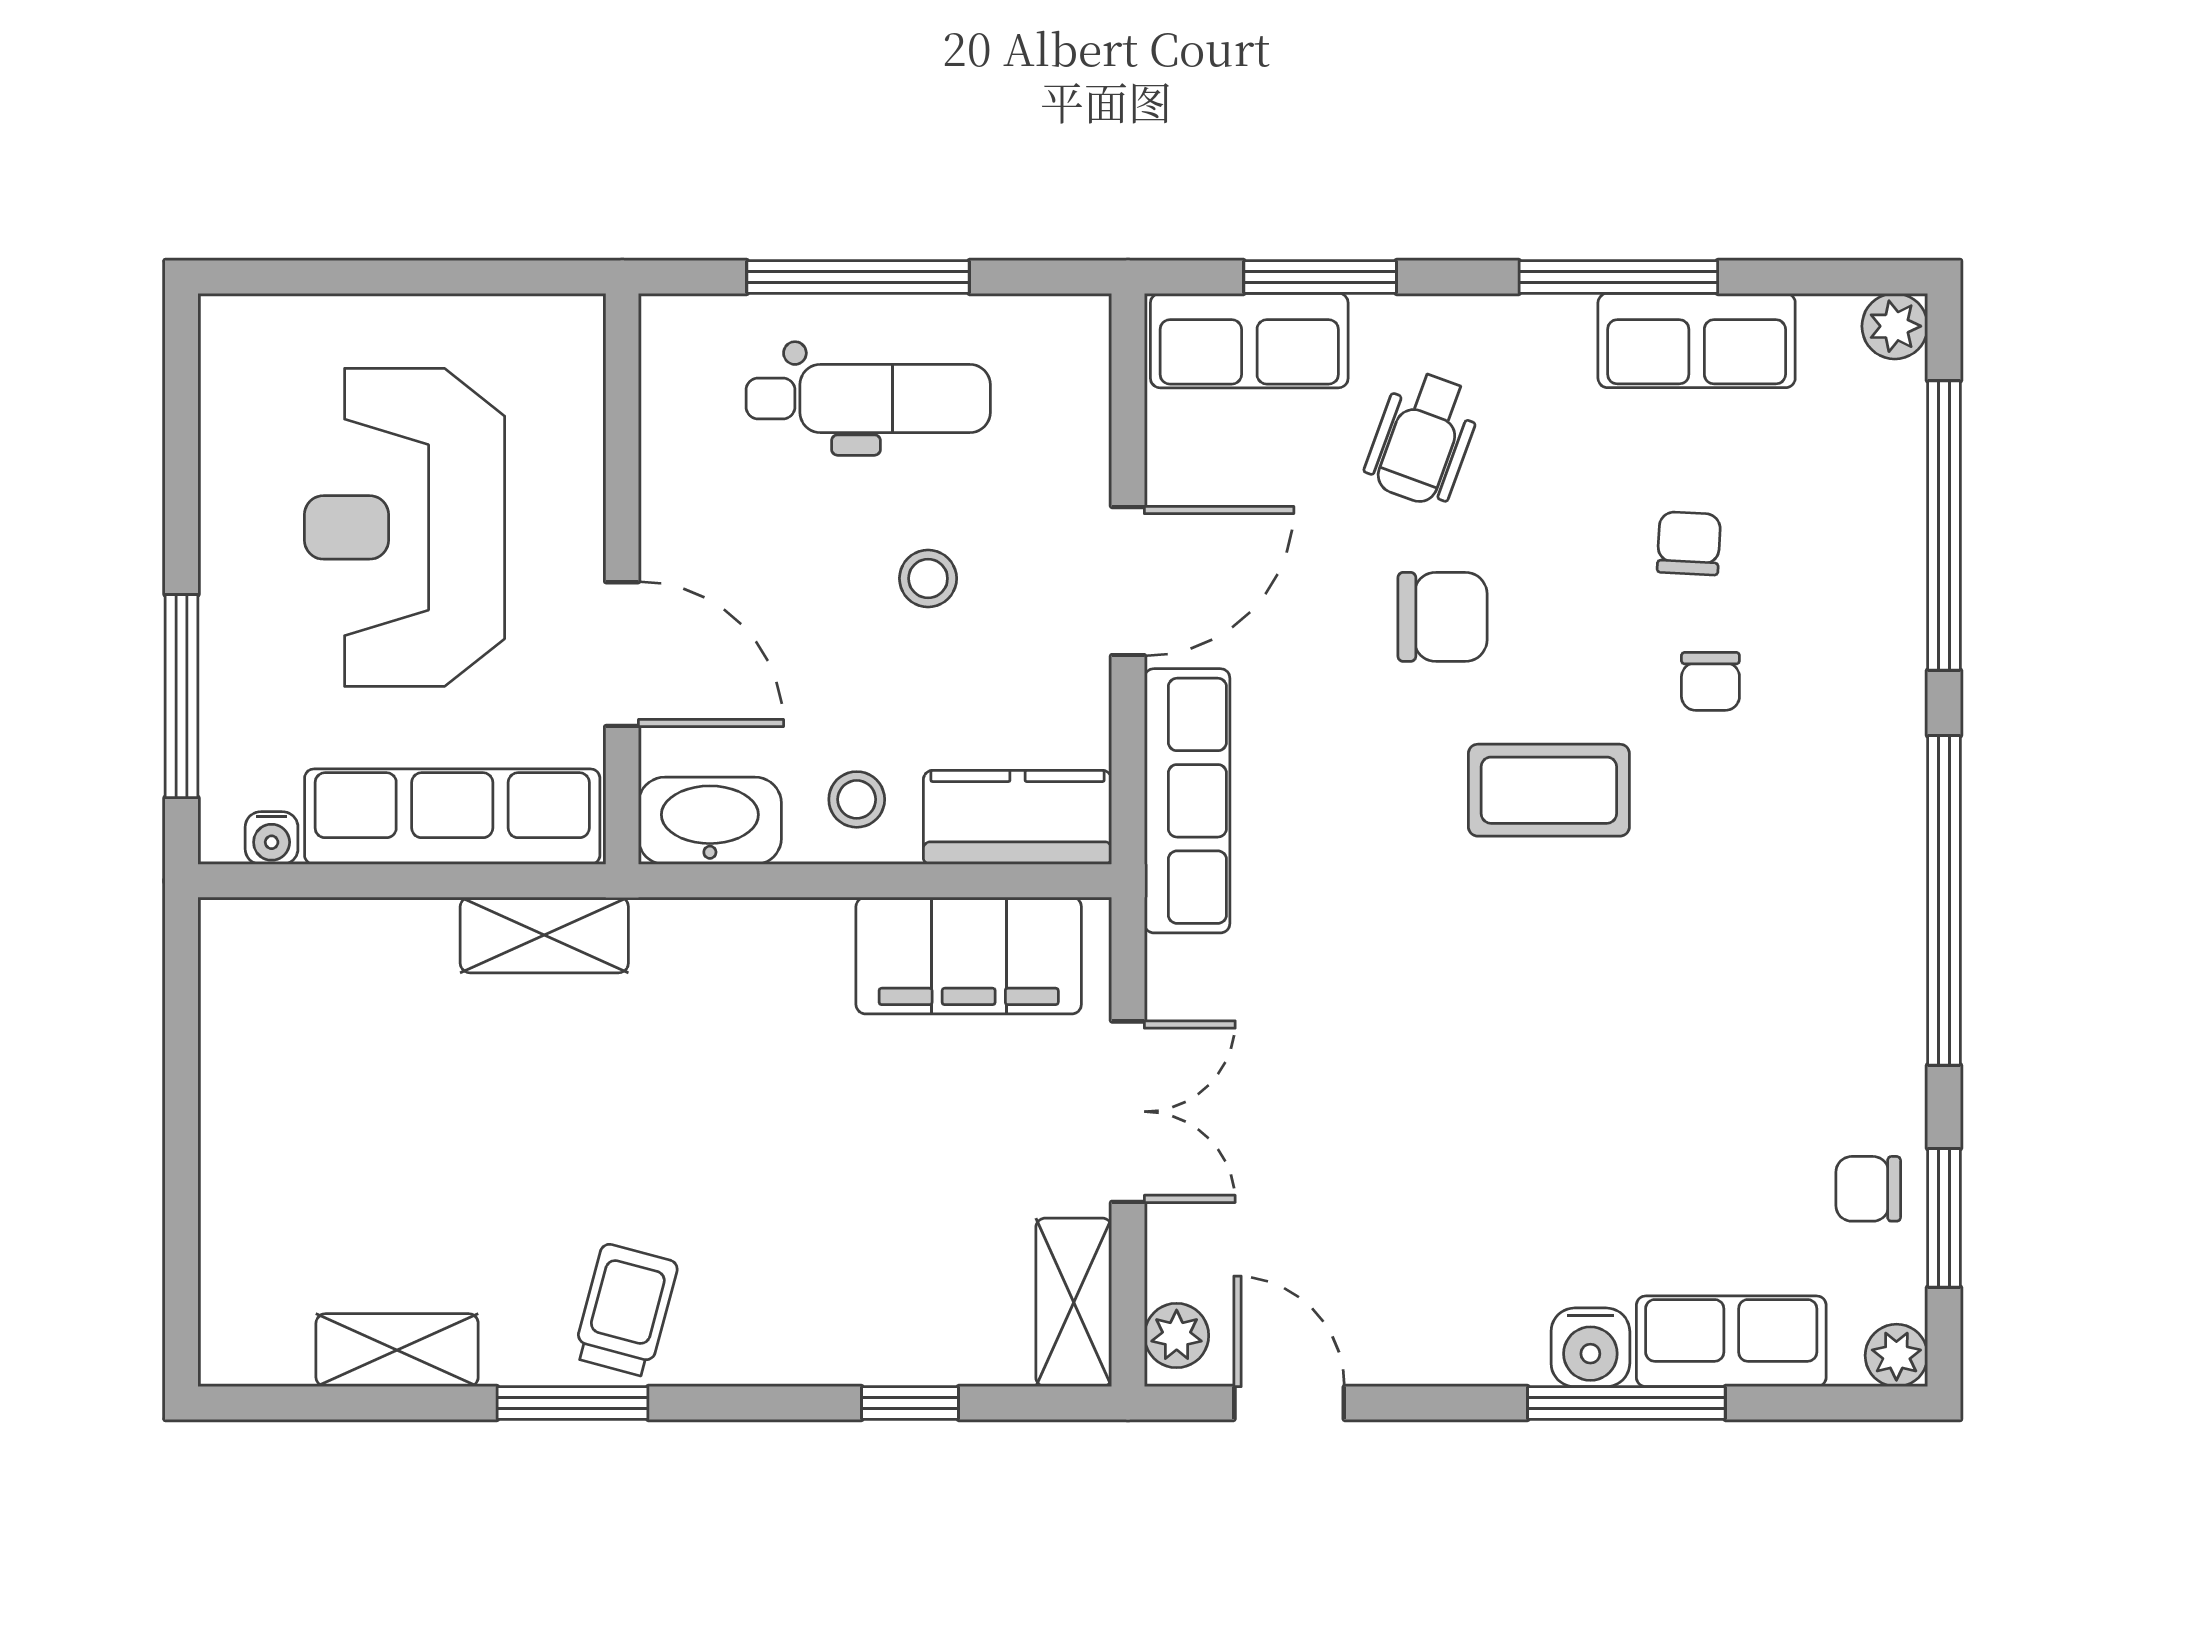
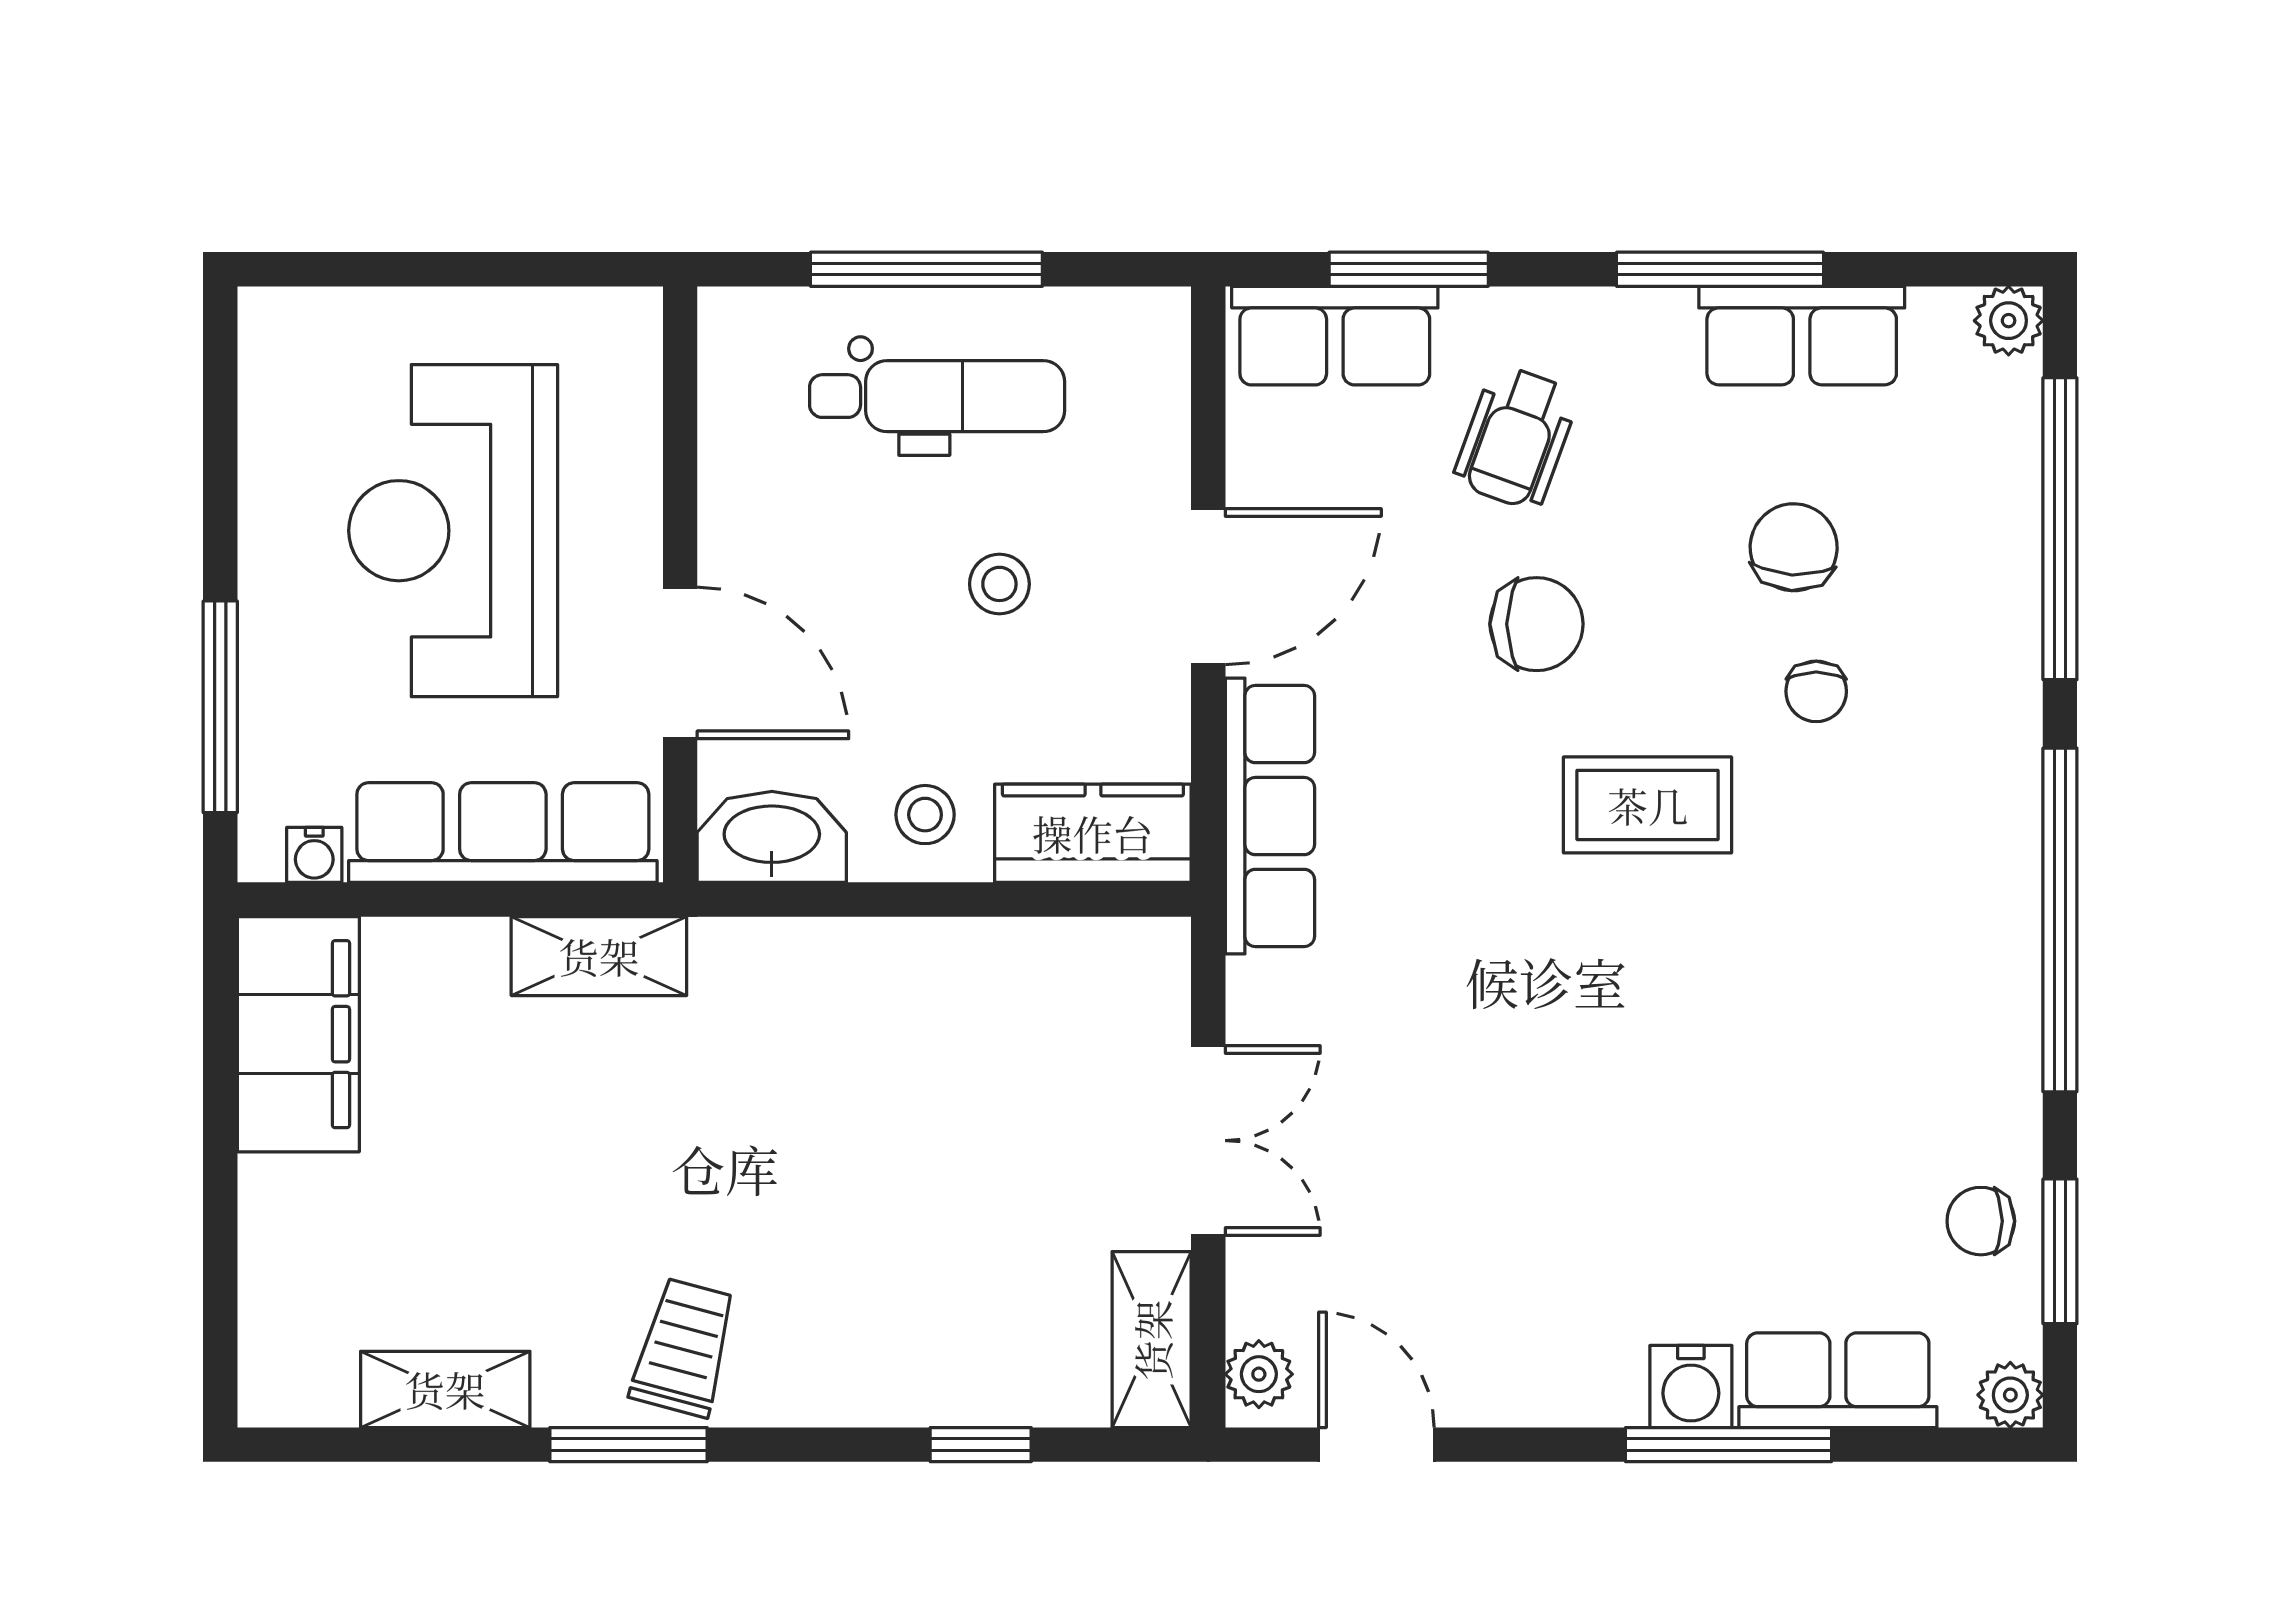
chair: (1689, 543) -> (1794, 547), width x1.37, depth x1.37
filing cabinet: (969, 956) -> (298, 1034), moved, turned -90

